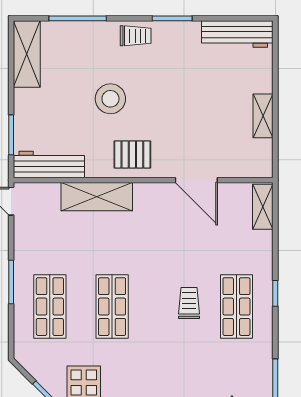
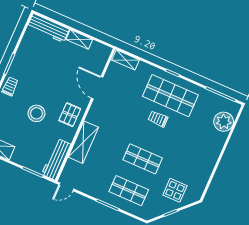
workbench: (237, 34) -> (48, 28), moved, turned 90
door: (196, 180) -> (97, 88), swing flipped
shop shelf: (236, 307) -> (170, 96), width x1.43, depth x1.36

